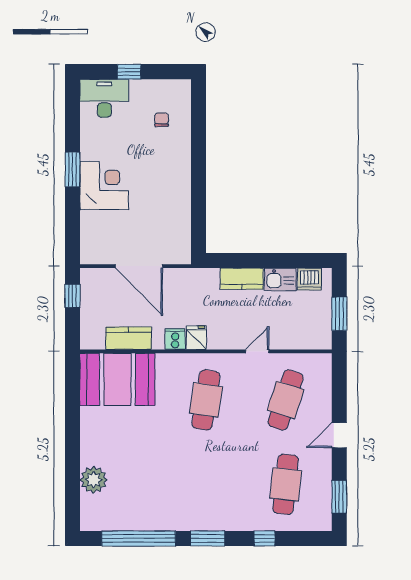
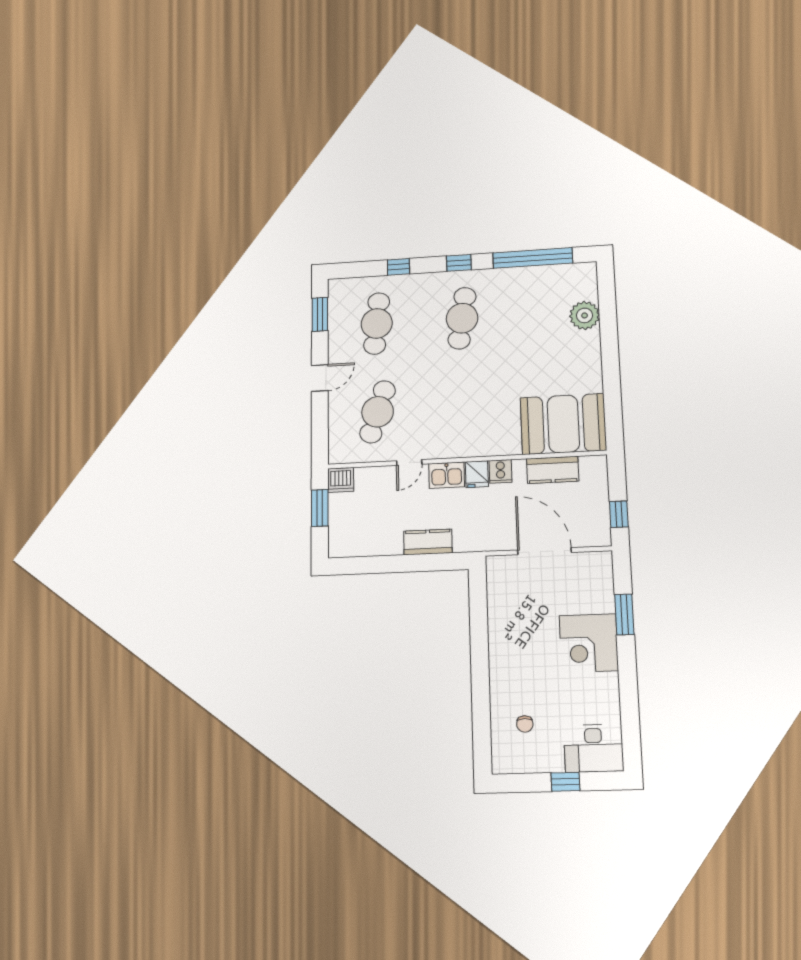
window: (73, 169) -> (624, 614), moved
kitchen sink: (280, 279) -> (447, 475), moved, turned 180
dishwasher: (309, 279) -> (341, 480), moved, turned 180
cafe table: (206, 400) -> (462, 318), moved
window: (208, 538) -> (459, 263), width x0.67

